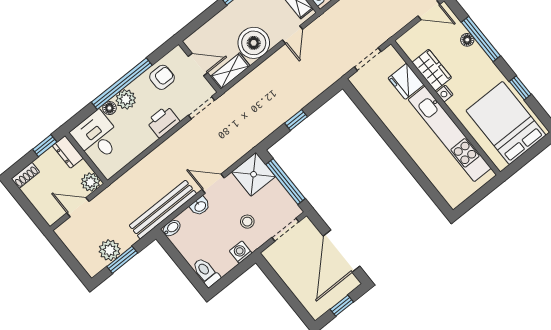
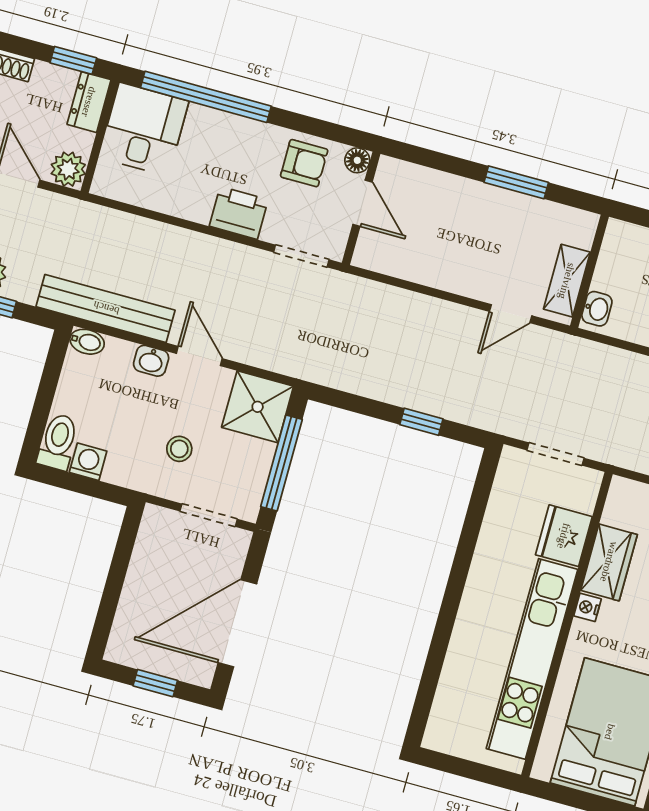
boiler: (254, 43) -> (456, 264), removed
shelving: (230, 71) -> (388, 259), removed
window: (122, 84) -> (206, 97), moved
plant: (126, 99) -> (231, 132), removed
floor lamp: (109, 108) -> (357, 160), moved
window: (296, 120) -> (421, 422), moved
washing machine: (241, 252) -> (88, 462), moved

